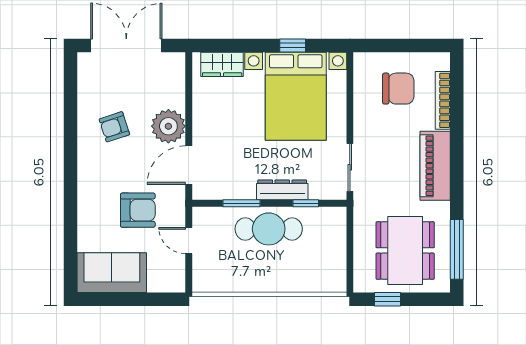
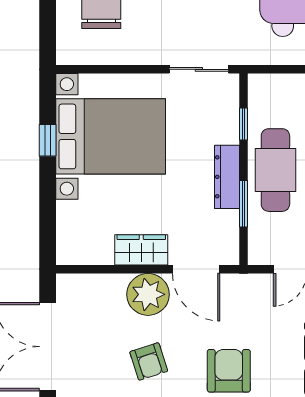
wardrobe: (222, 64) -> (141, 250), moved, turned -90
dresser: (282, 190) -> (227, 177), moved
armchair: (138, 210) -> (229, 371), moved

